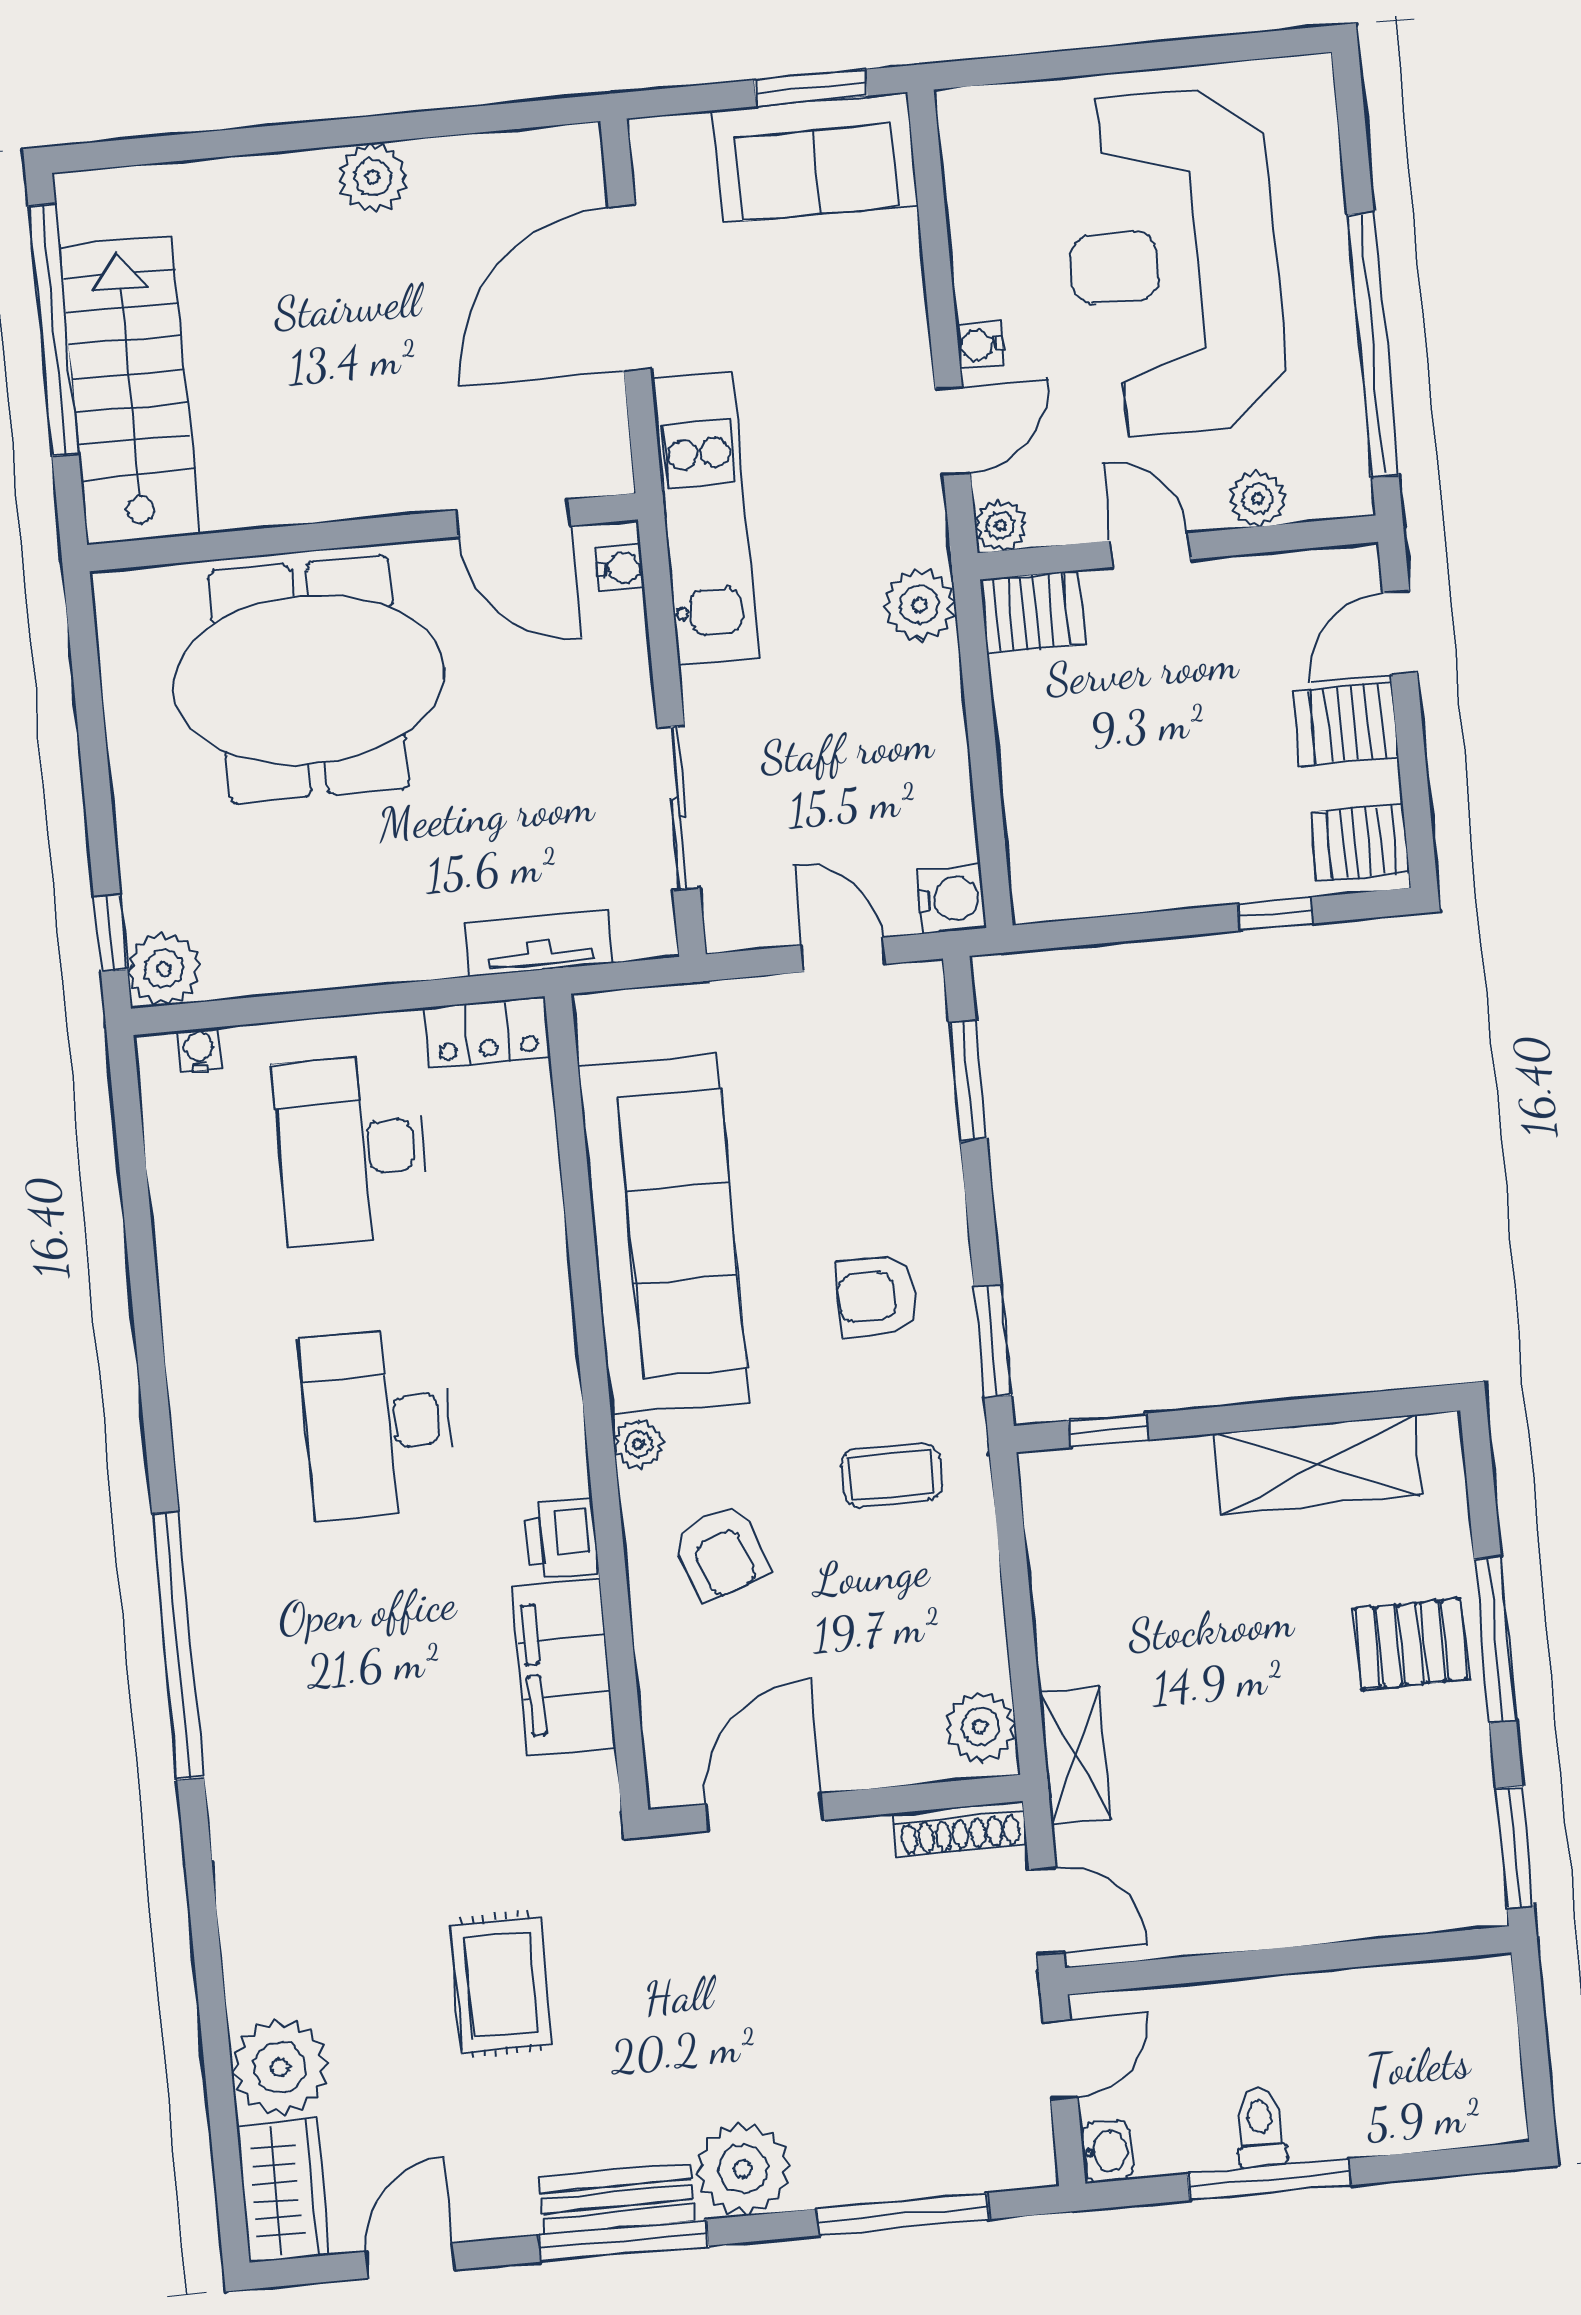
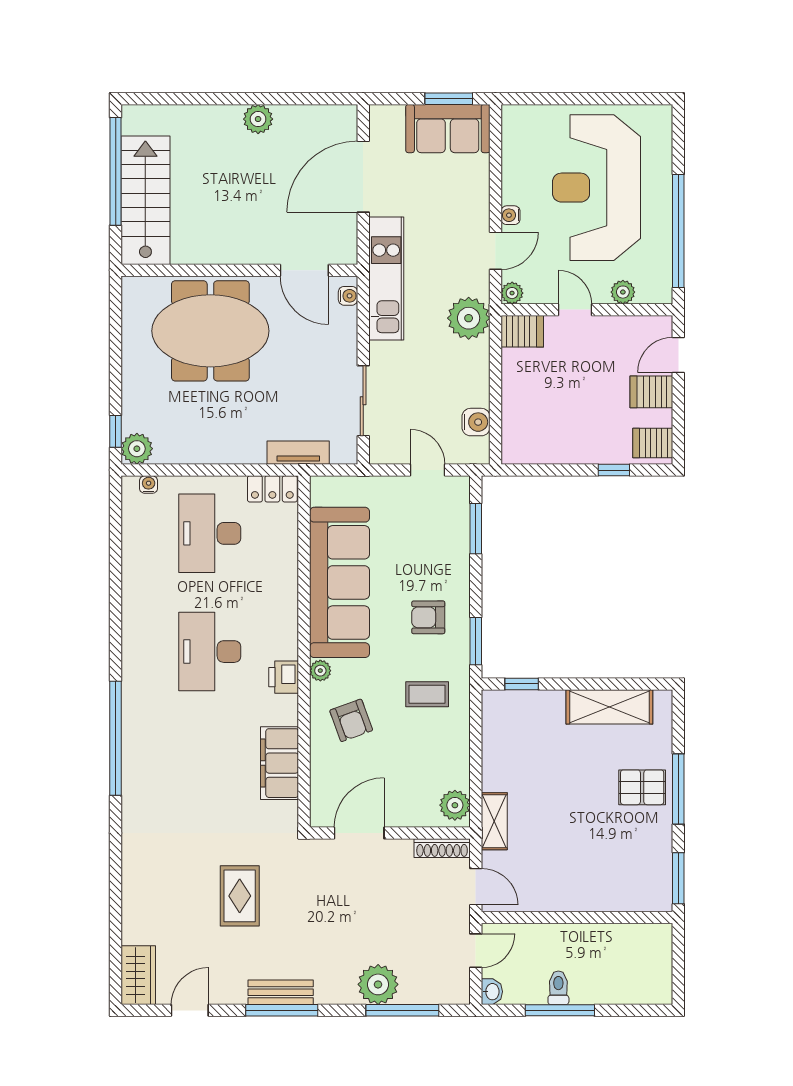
plant: (920, 605) -> (469, 318), width x1.36, depth x1.36
water cooler: (951, 899) -> (476, 422), moved
printer: (562, 1539) -> (284, 677), moved
plant: (280, 2067) -> (142, 923), removed
plant: (743, 2169) -> (378, 984), moved

